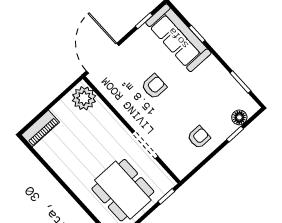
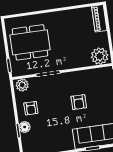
floor lamp: (239, 117) -> (25, 127), moved
plant: (179, 166) -> (22, 85), added

